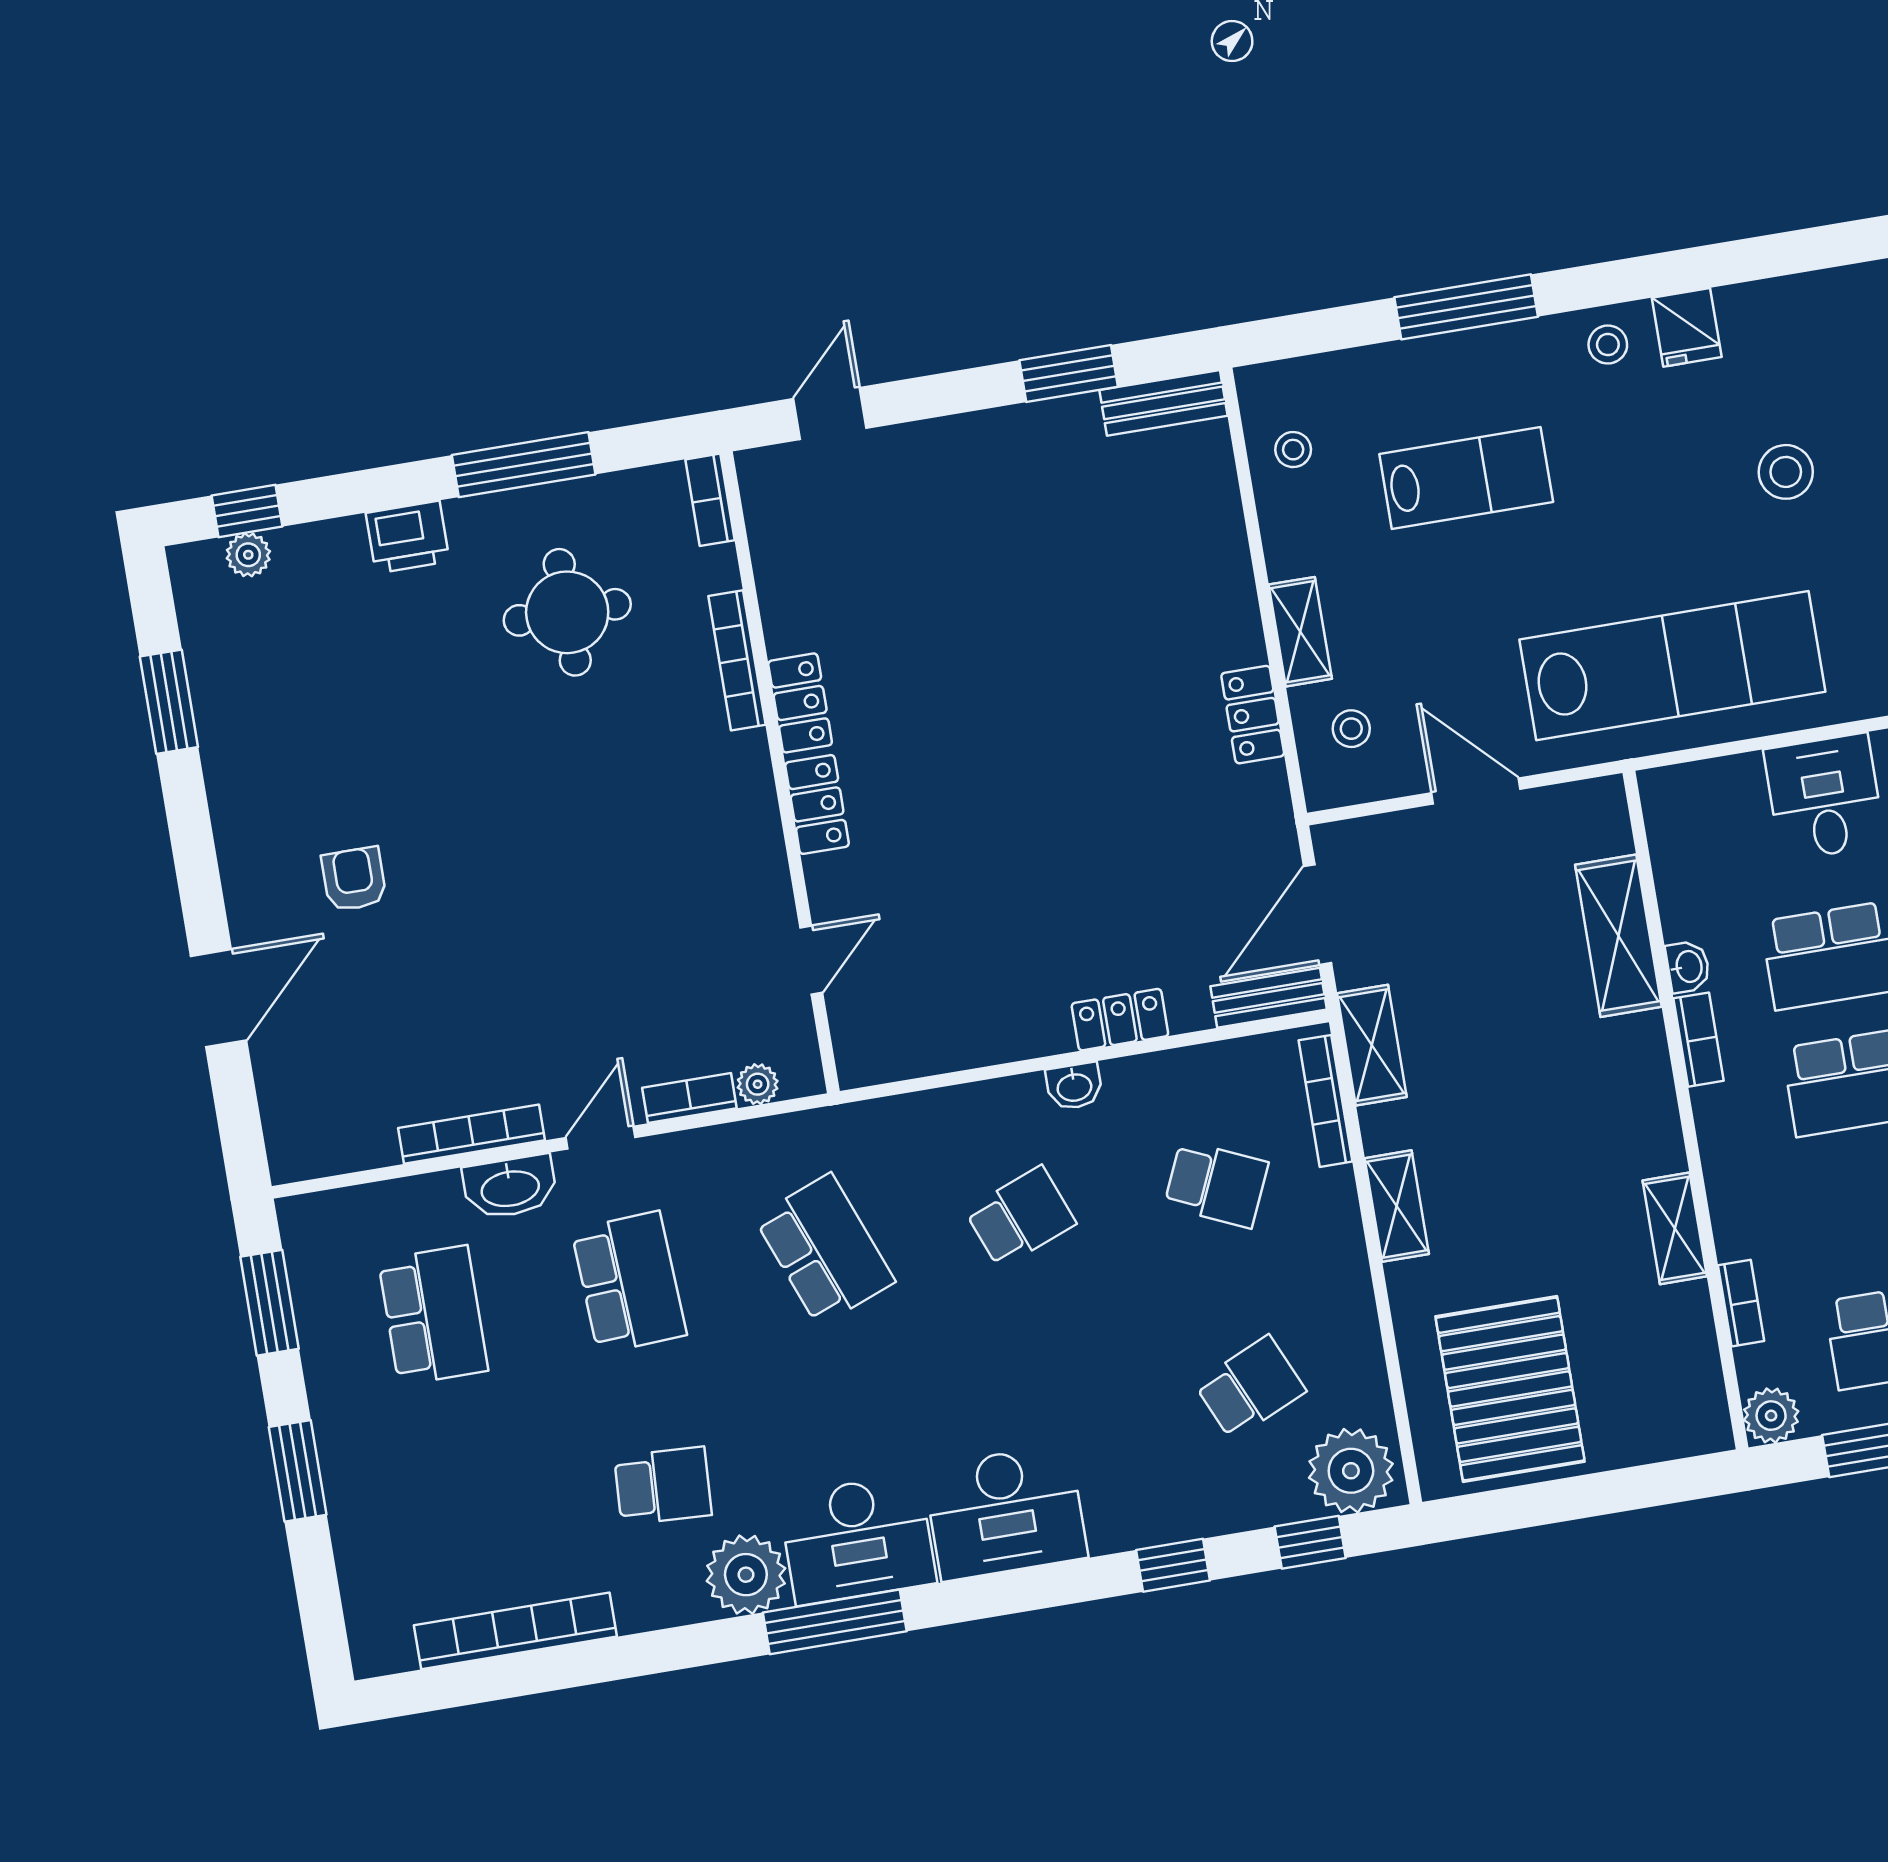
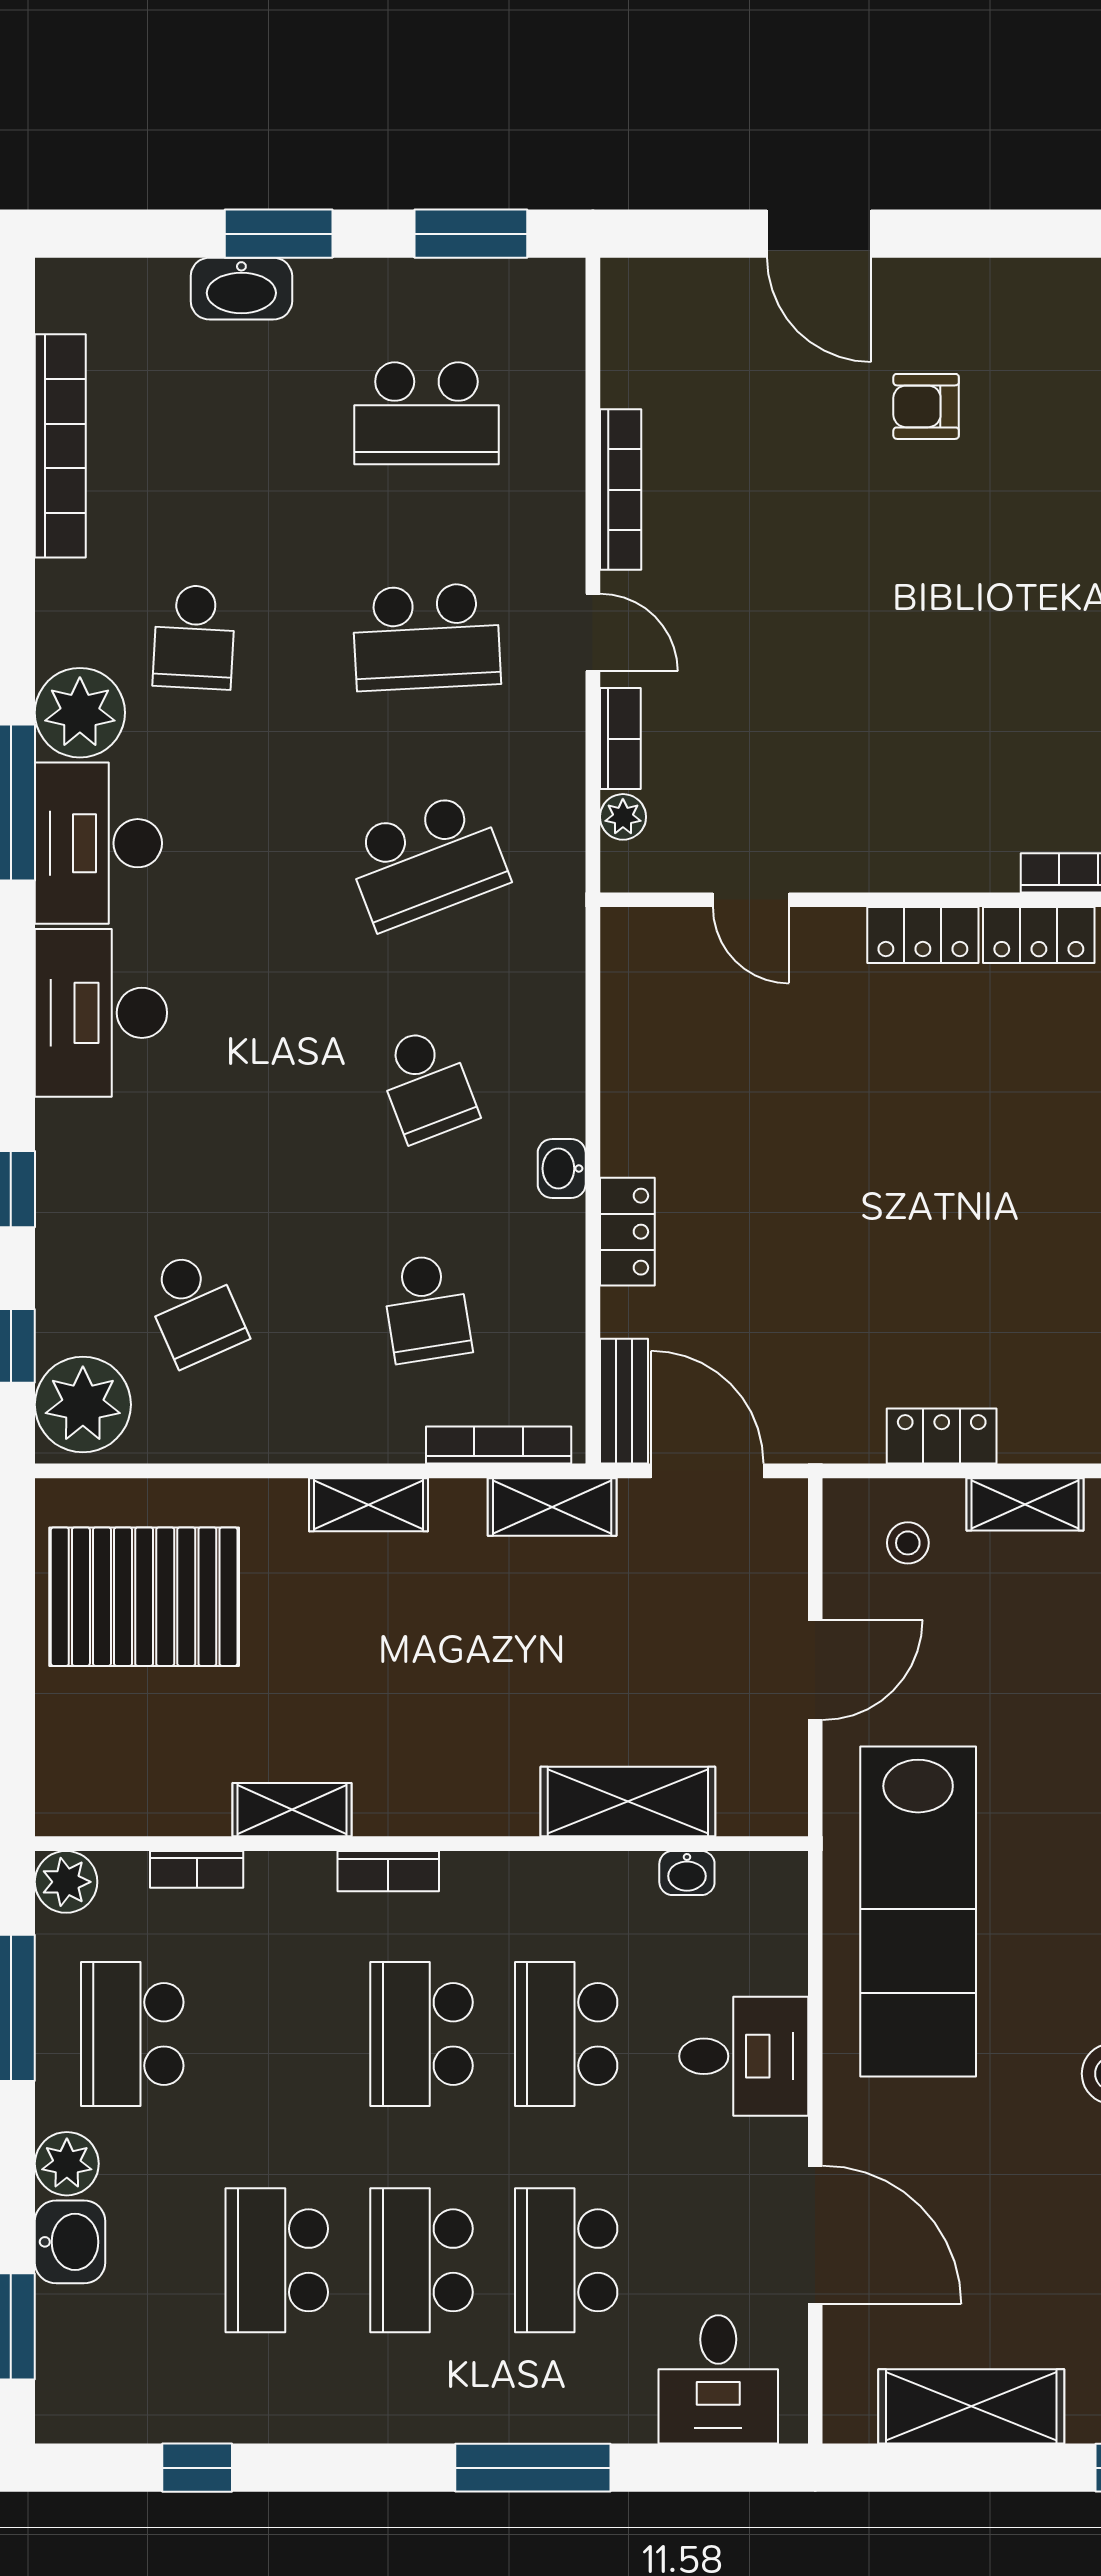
armchair: (354, 879) -> (926, 406), turned 180
washbasin: (1688, 967) -> (687, 1873), moved
bookcase: (1698, 1040) -> (388, 1871), moved
school desk: (1216, 1184) -> (426, 1308), turned -33
washbasin: (510, 1187) -> (241, 289), moved, turned -90

